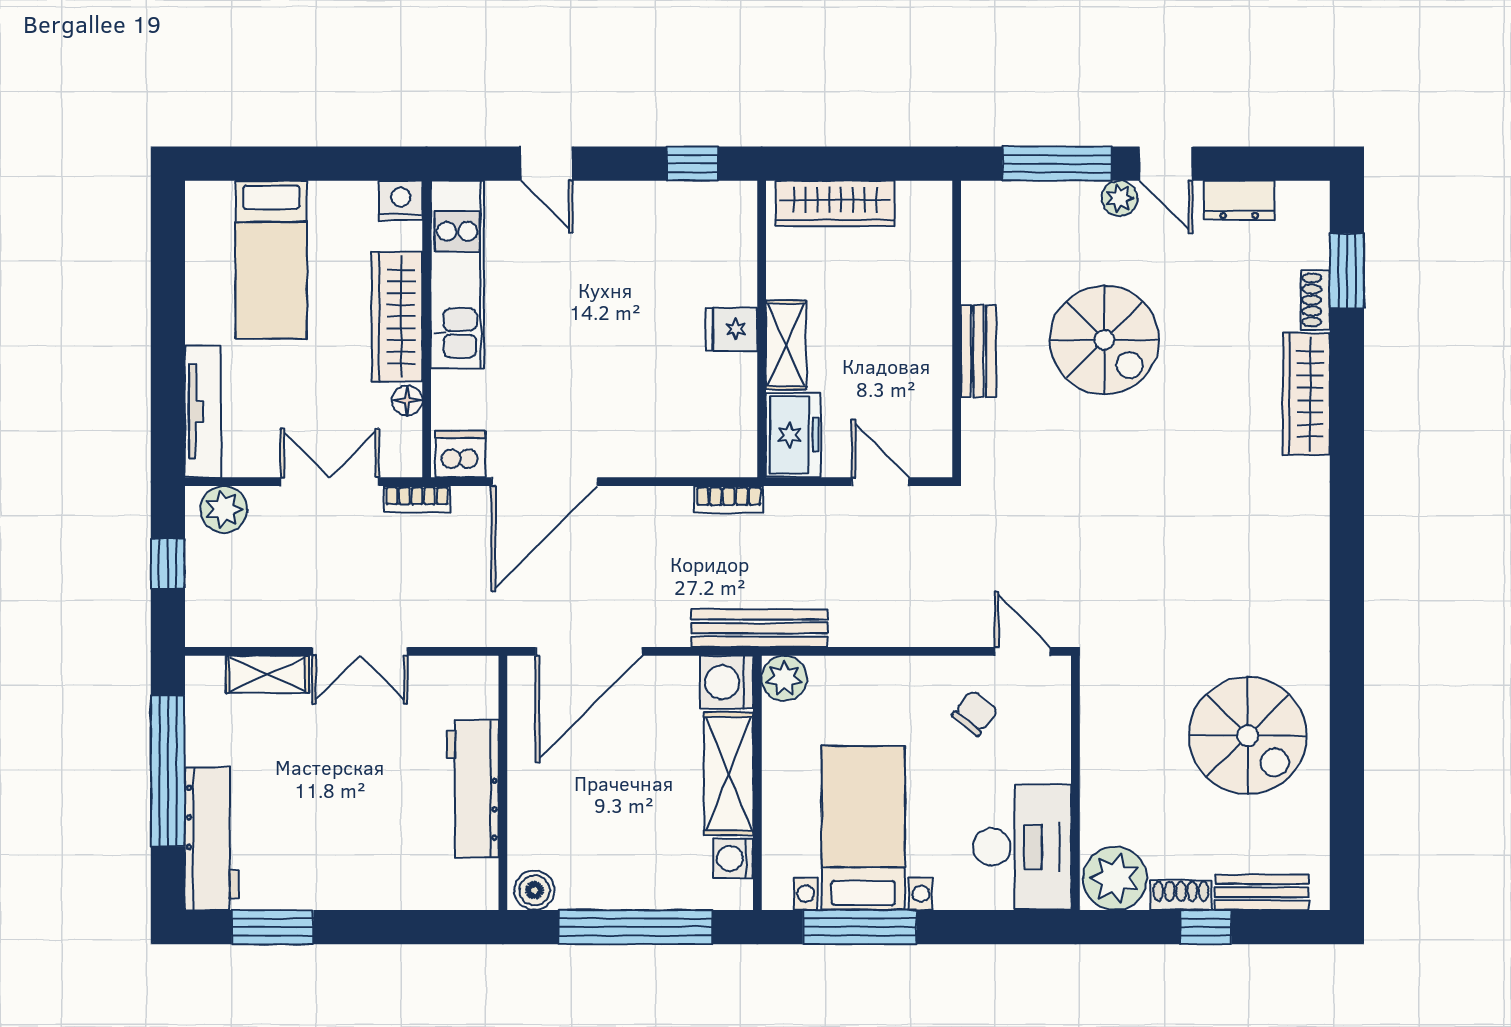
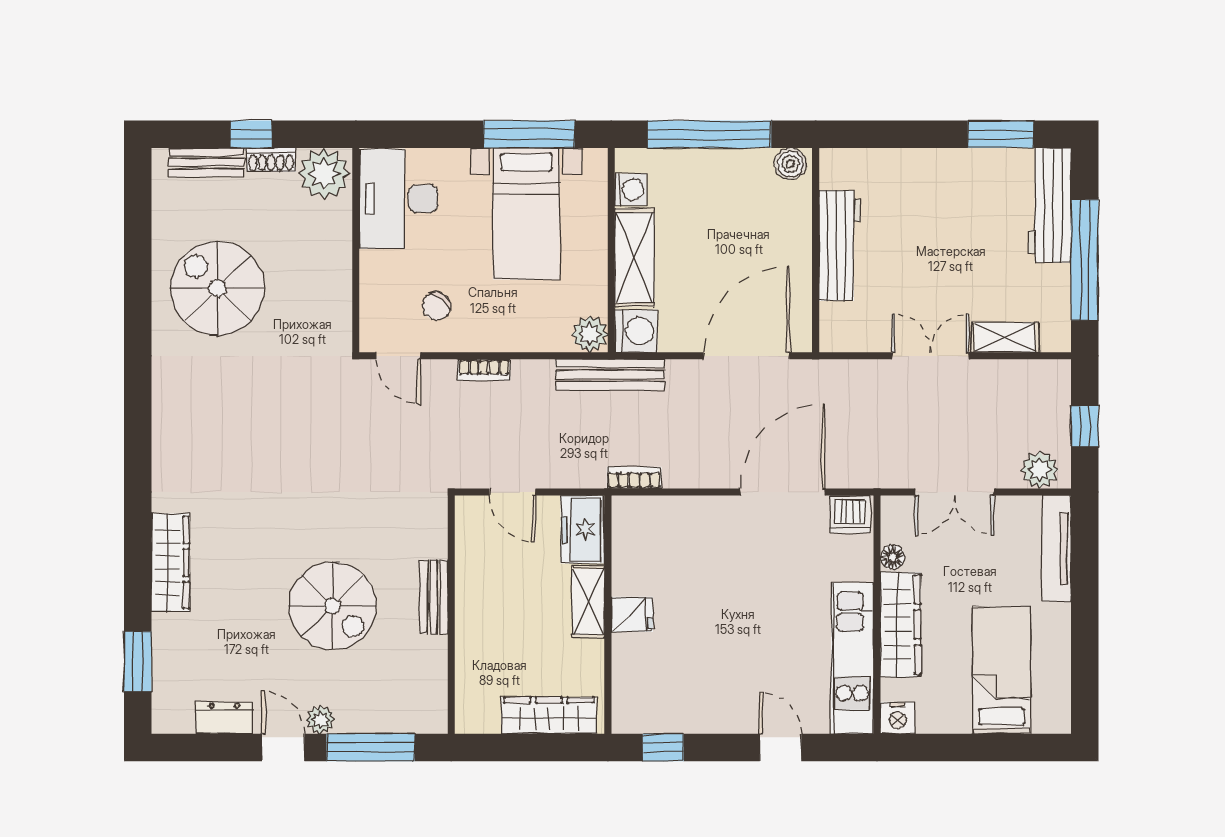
shoe rack: (1315, 300) -> (163, 638), removed
spiral stairs: (1104, 340) -> (333, 606), turned 180
bookcase: (417, 499) -> (484, 370), moved, turned 180

